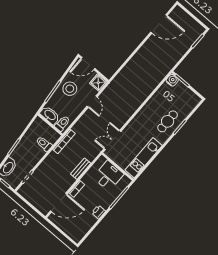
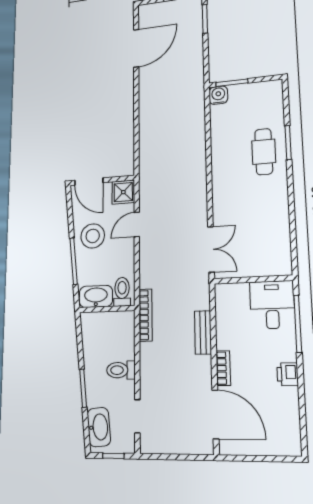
door: (88, 64) -> (89, 182), hinge flipped
door: (92, 102) -> (137, 224), swing flipped
double door: (112, 140) -> (211, 249), swing flipped
toilet: (44, 144) -> (121, 370), moved
kitchen unit: (144, 158) -> (278, 232), removed
desk: (108, 176) -> (272, 305), moved
door: (59, 203) -> (215, 414), hinge flipped

